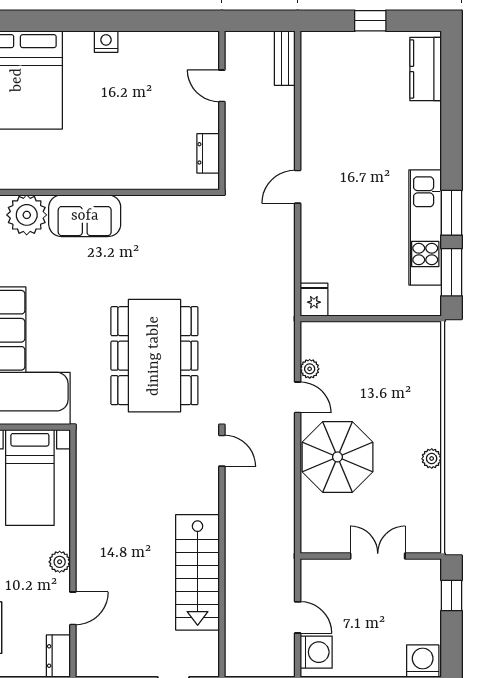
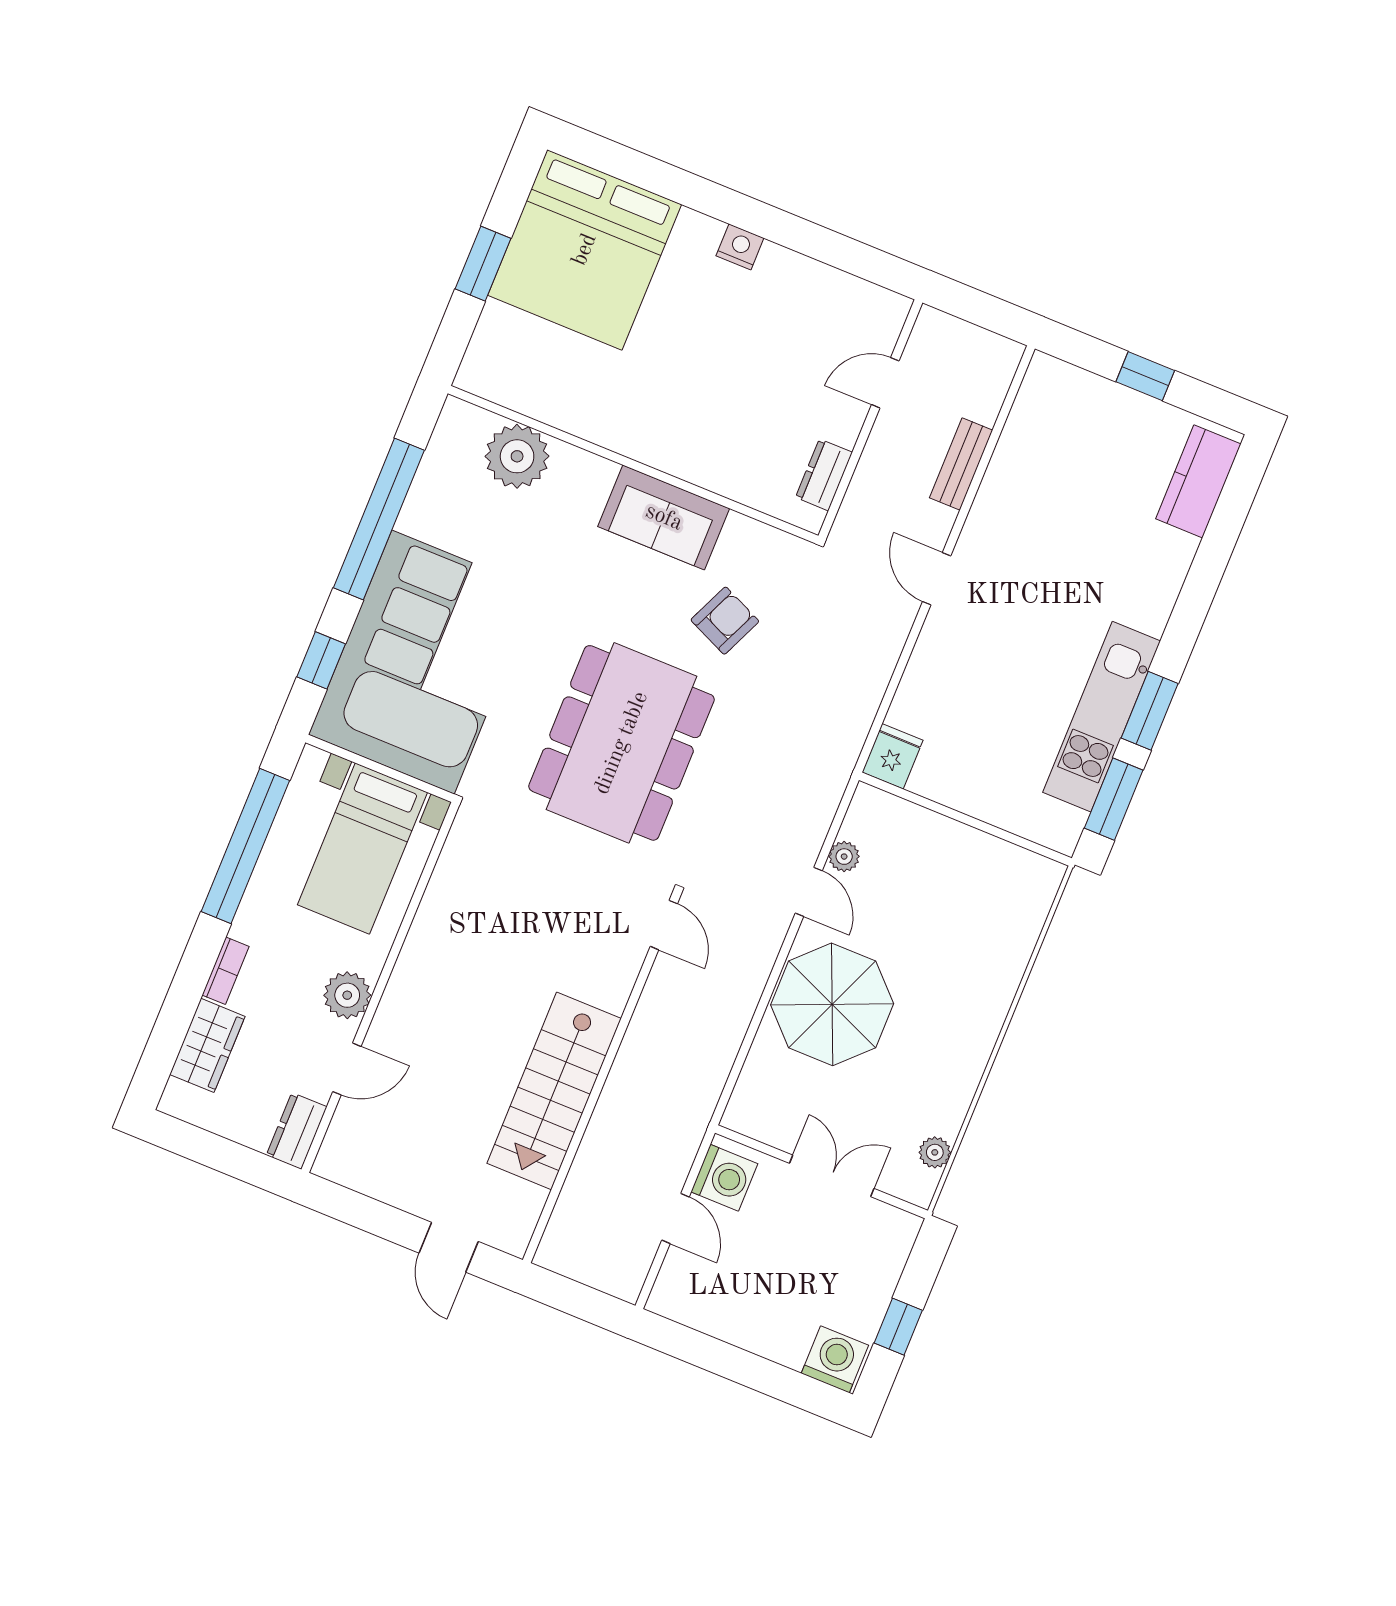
bench: (285, 58) -> (961, 464), moved
door: (222, 86) -> (885, 383), hinge flipped
door: (298, 187) -> (937, 579), hinge flipped
sofa: (85, 216) -> (664, 518), moved
armchair: (185, 261) -> (725, 621), added
plant: (432, 459) -> (935, 1152), moved
plant: (60, 562) -> (347, 995), width x1.38, depth x1.38
window: (452, 595) -> (898, 1327), moved
washing machine: (316, 652) -> (724, 1178), moved

